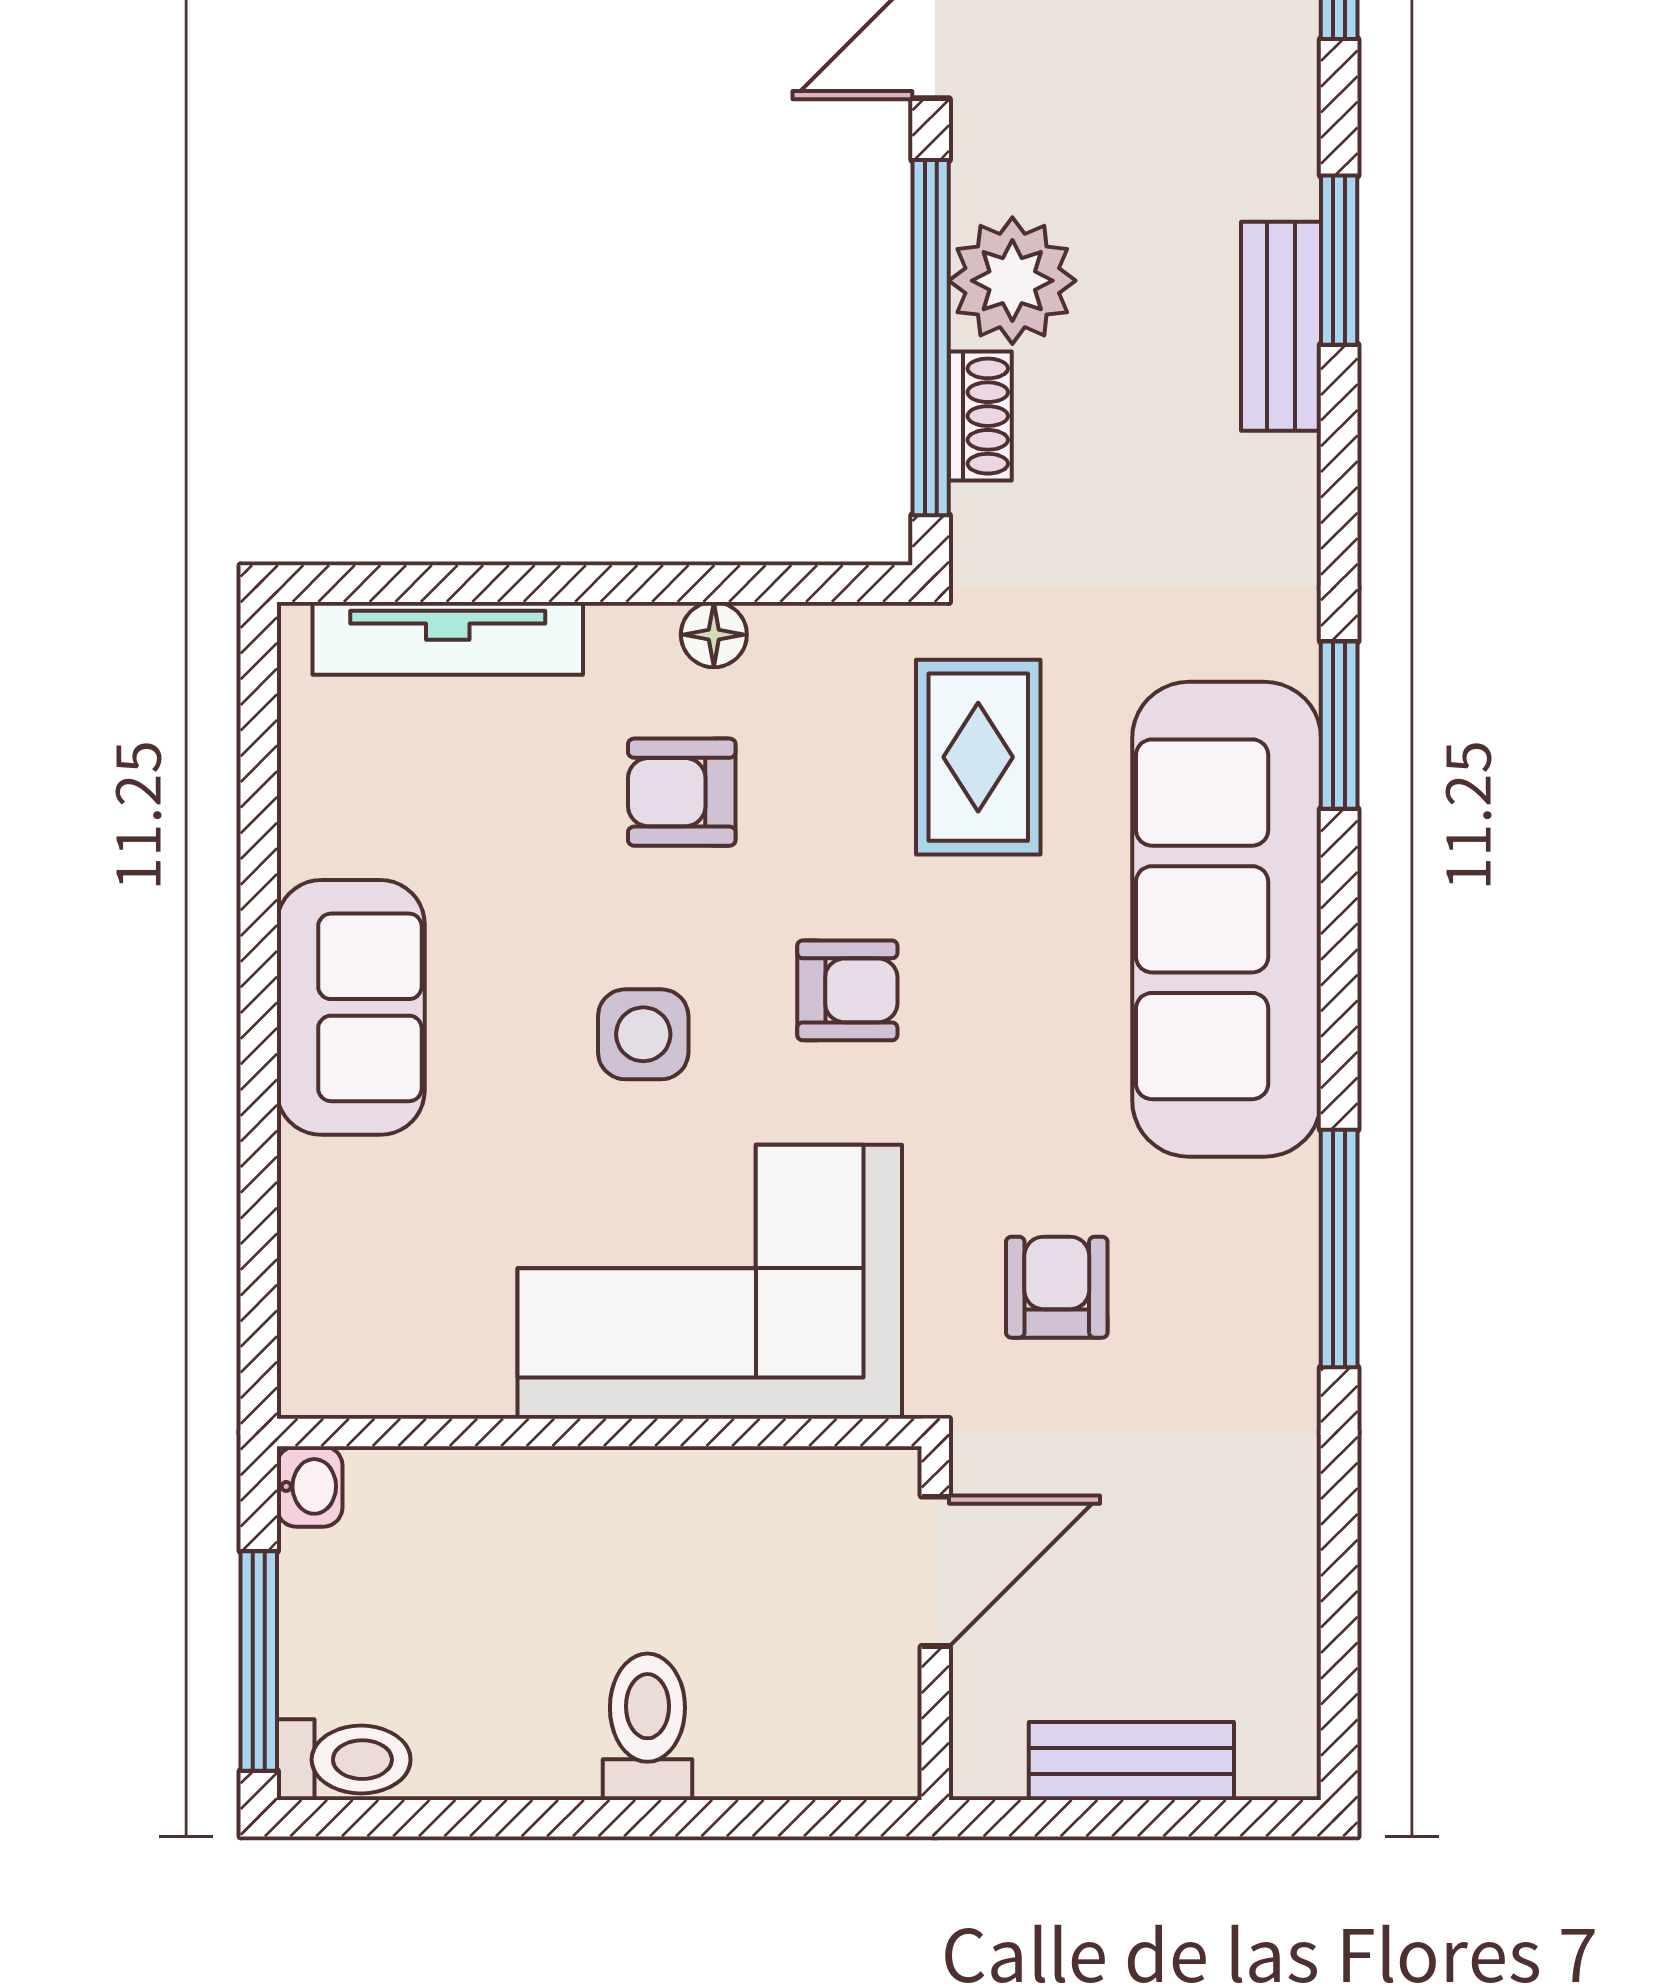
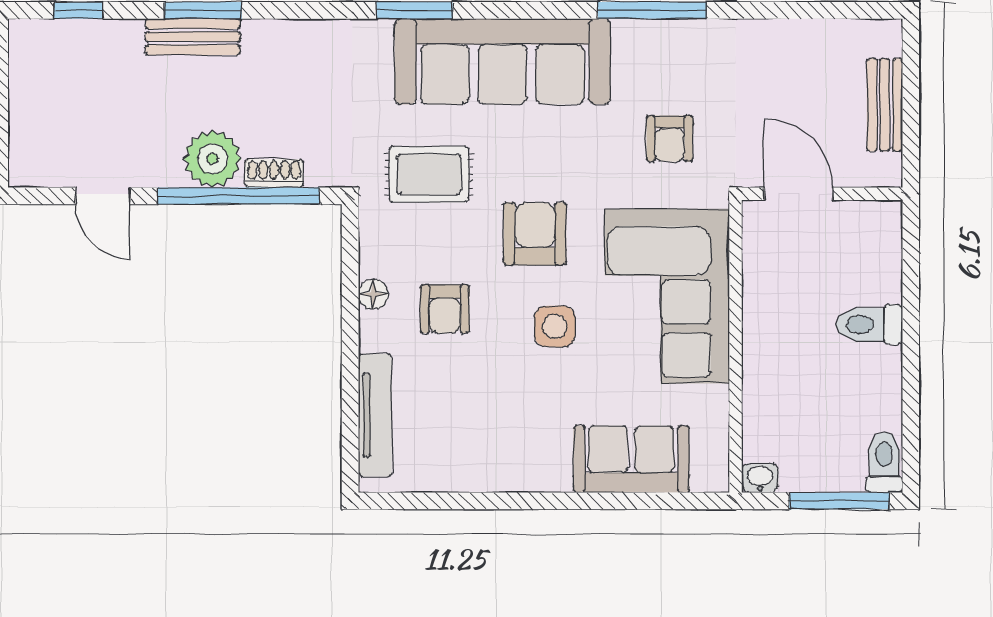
bench: (1281, 326) -> (193, 37), moved
armchair: (847, 990) -> (535, 234), width x1.38, depth x1.38
sofa: (351, 1007) -> (631, 459), moved
armchair: (1057, 1287) -> (670, 139), turned -90

